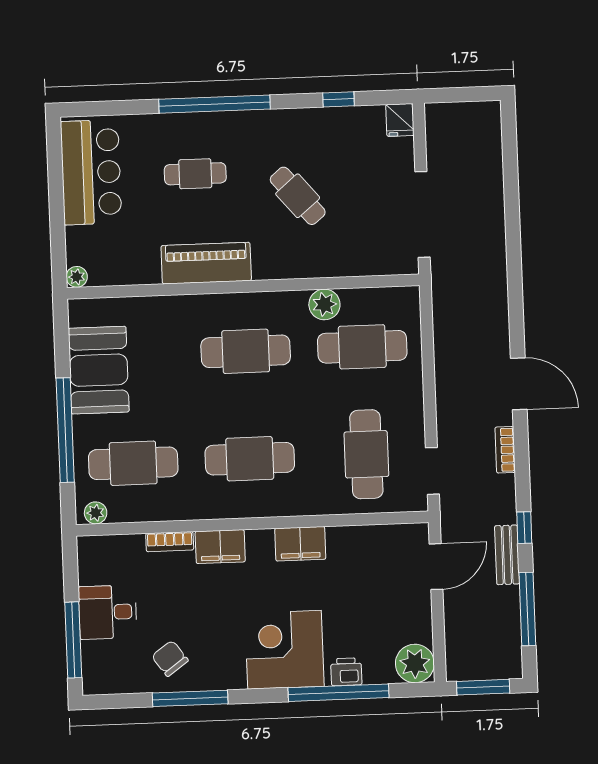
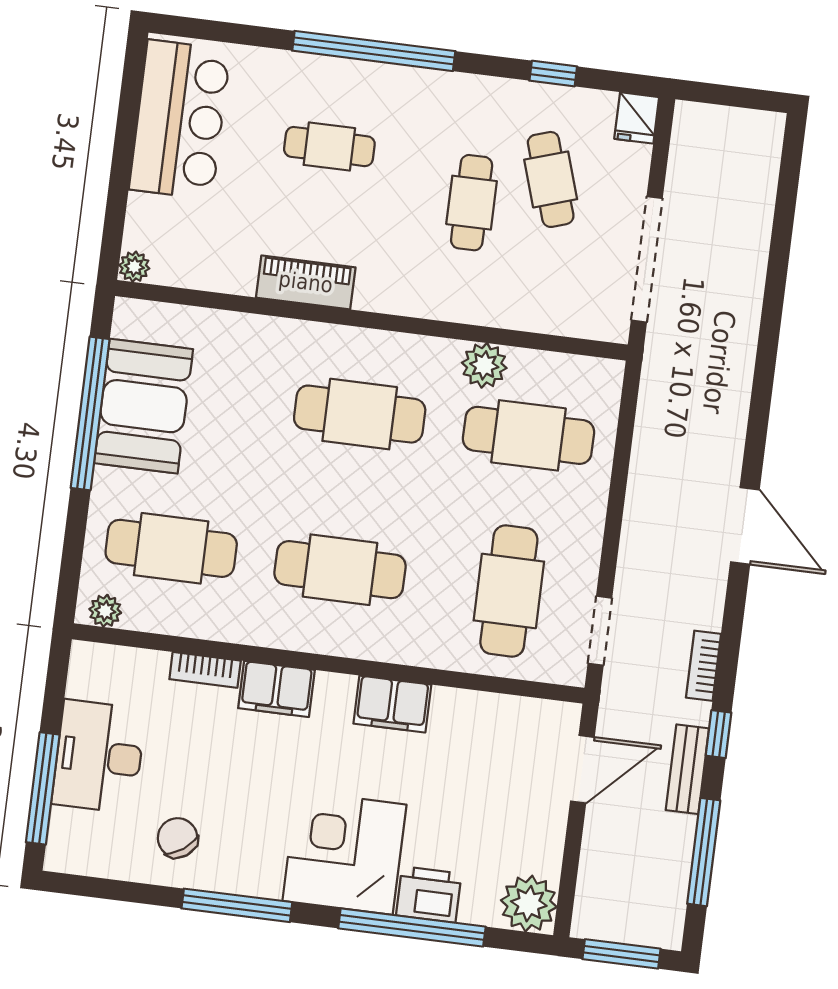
cafe table: (349, 171) -> (551, 179), added
cafe table: (298, 196) -> (472, 203), turned 40
piano: (206, 263) -> (306, 282), width x0.73, depth x0.75
window: (65, 430) -> (90, 413), moved
bookcase: (505, 450) -> (703, 666), moved
desk: (108, 612) -> (99, 757), width x1.37
printer: (346, 672) -> (429, 894), width x1.36, depth x1.24
window: (190, 698) -> (237, 905), moved

